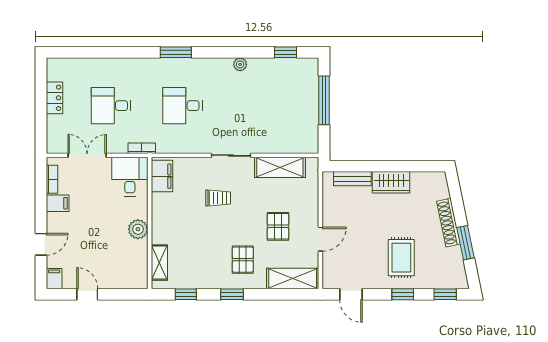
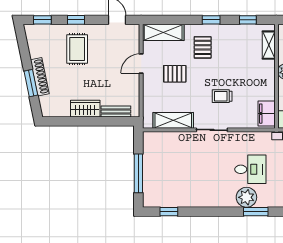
plant: (240, 64) -> (246, 197), moved, width x1.88, depth x1.88
pallet: (278, 226) -> (175, 74), turned 90
window: (465, 243) -> (31, 83), moved

